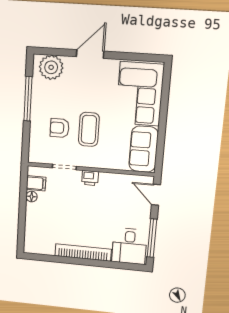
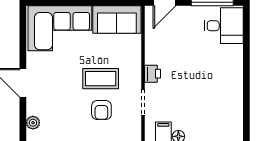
plant: (51, 67) -> (33, 123), width x0.53, depth x0.53
bookcase: (83, 253) -> (236, 76), removed

